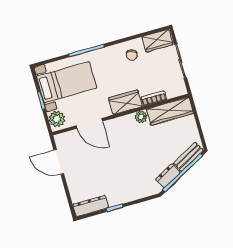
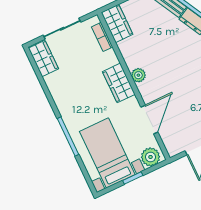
chair: (132, 55) -> (65, 85), removed
bookcase: (154, 98) -> (102, 37), moved
wardrobe: (170, 111) -> (117, 23), width x0.67
plant: (141, 117) -> (138, 75), moved

